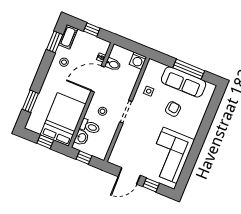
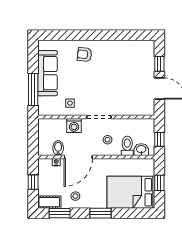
washing machine: (138, 61) -> (74, 126), moved, turned 90
window: (189, 69) -> (33, 90), moved
door: (98, 79) -> (78, 157), hinge flipped
window: (30, 101) -> (101, 213), moved
armchair: (173, 109) -> (84, 54), moved
bed: (63, 119) -> (131, 192), moved
corner sofa: (170, 155) -> (123, 57), removed

